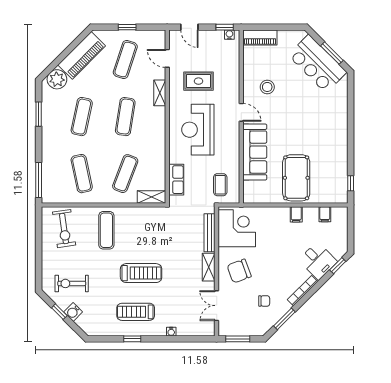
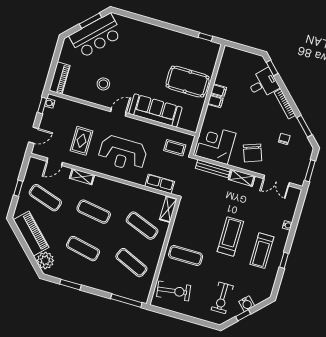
exercise mat: (82, 174) -> (131, 263), turned 36
filing cabinet: (325, 214) -> (215, 101), moved

